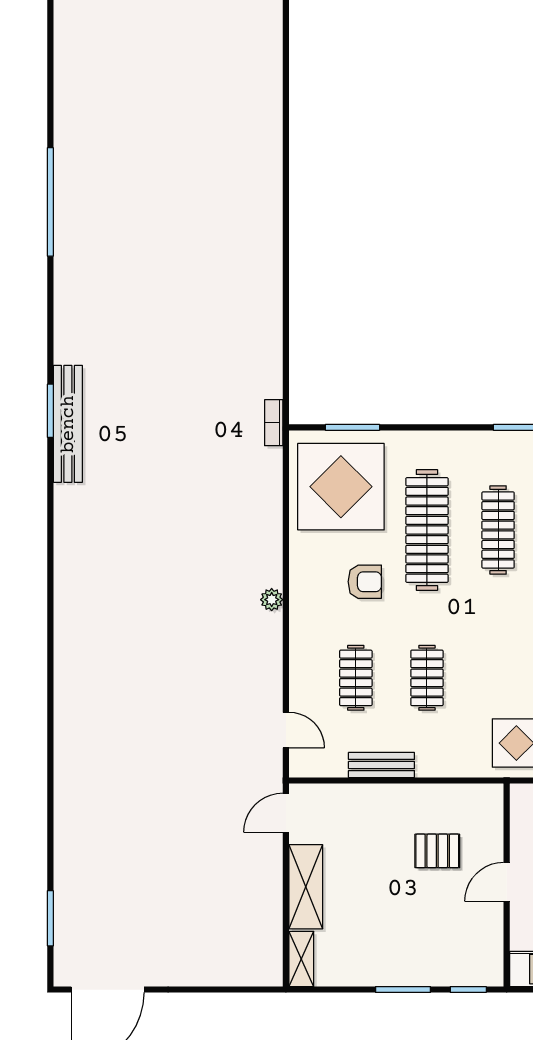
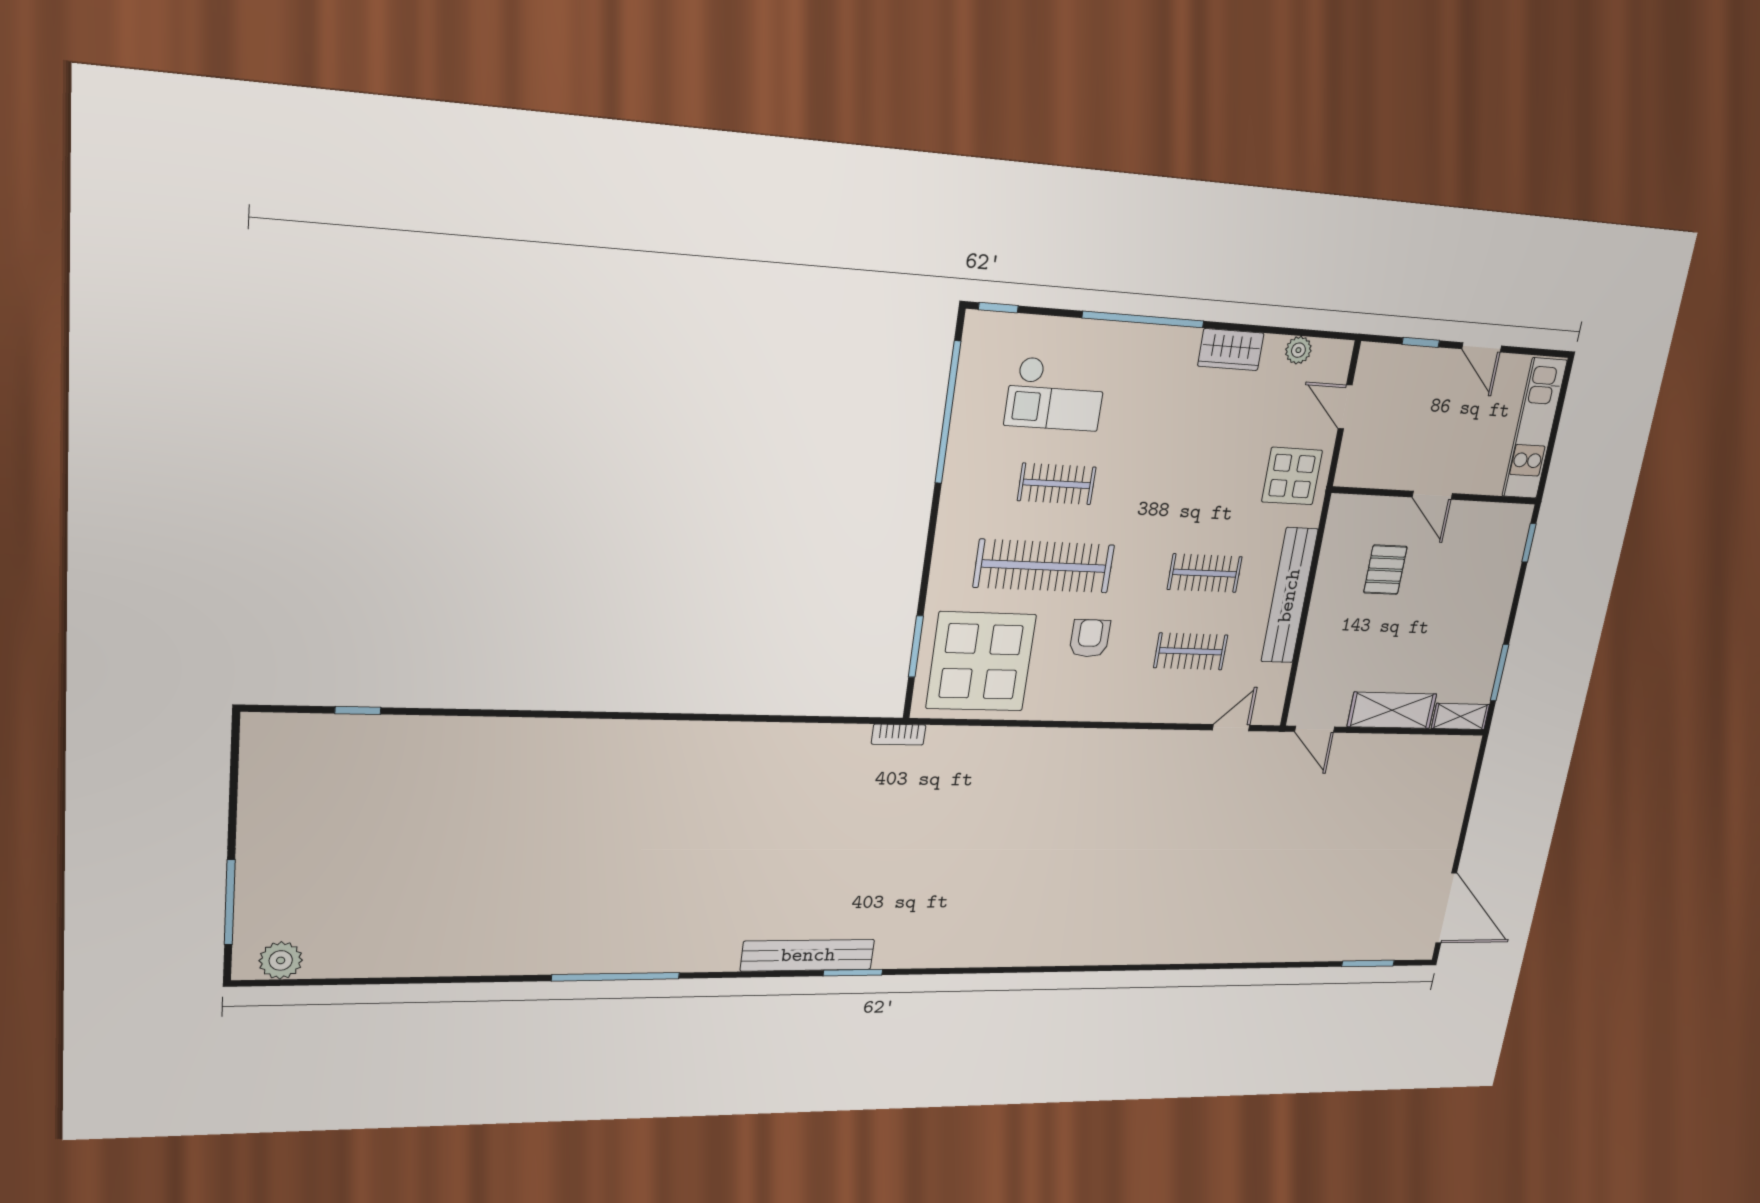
bench: (68, 424) -> (808, 955), moved
clothes rail: (498, 530) -> (1057, 484), width x0.73
plant: (272, 600) -> (1092, 740), removed
bench: (381, 765) -> (1289, 596), width x1.86, depth x1.21
window: (403, 990) -> (1500, 673), moved

